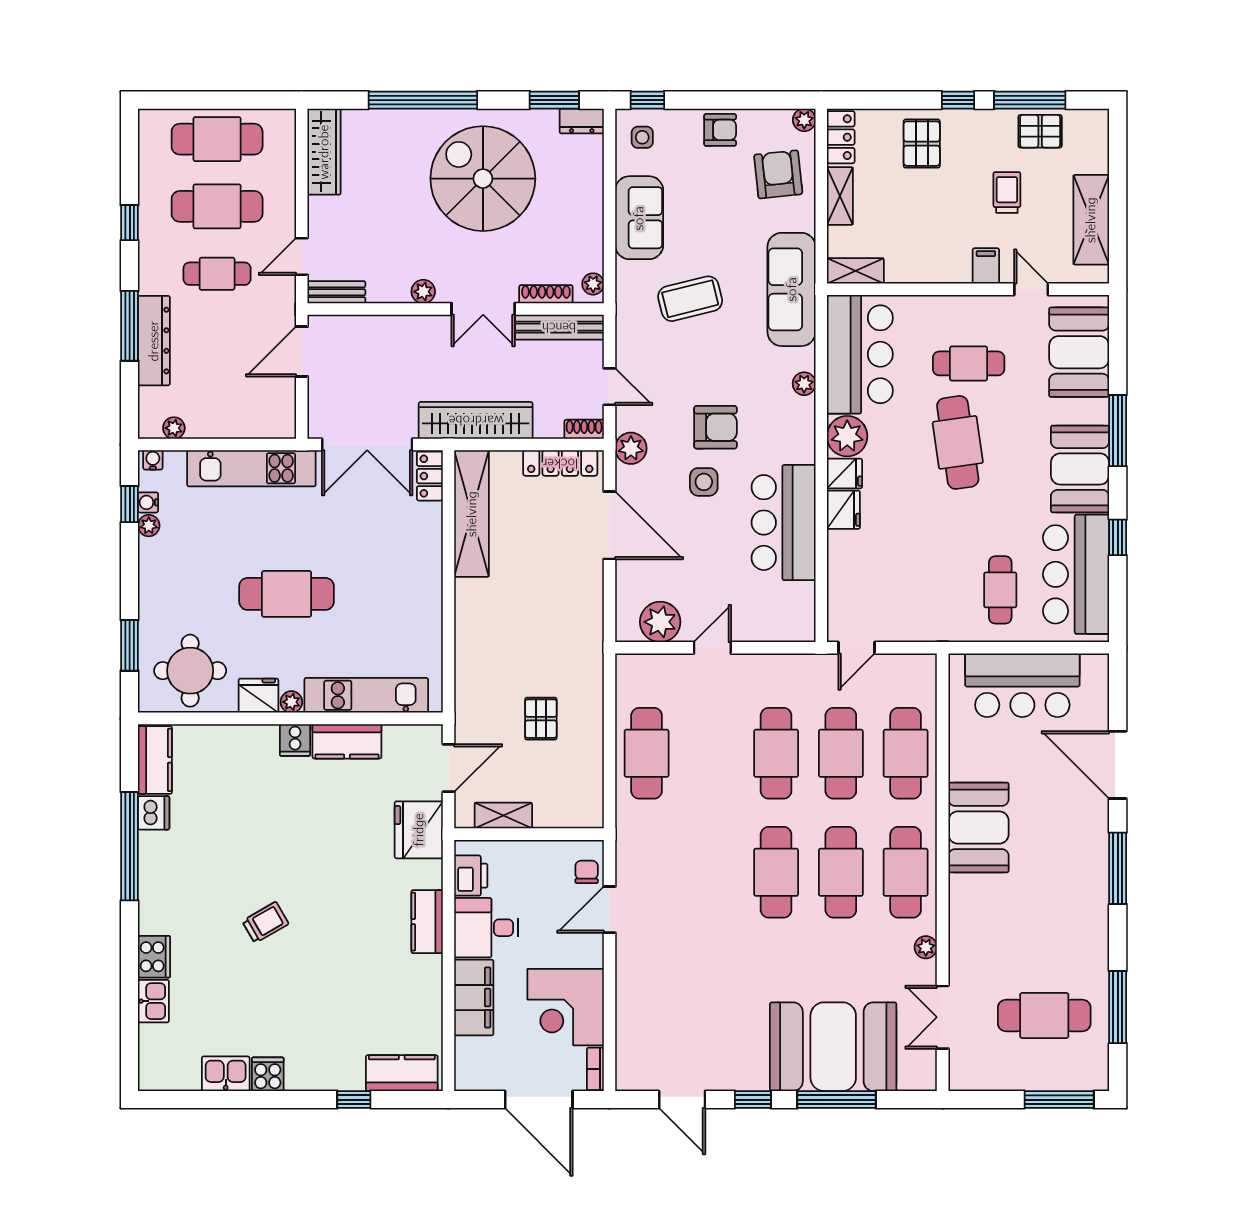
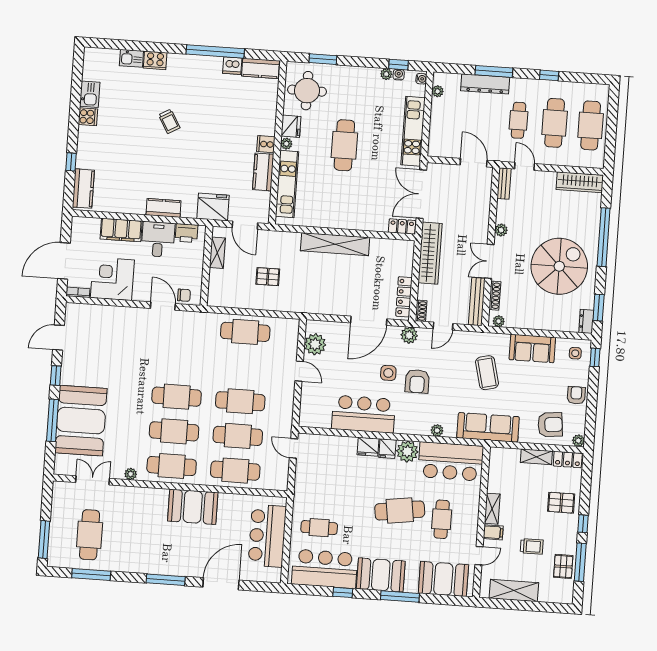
armchair: (720, 130) -> (576, 395), turned 180
shelving: (855, 271) -> (492, 509), moved
shelving: (472, 514) -> (335, 244), moved

